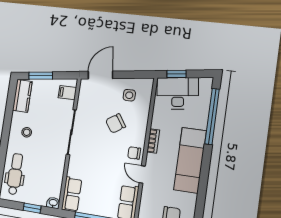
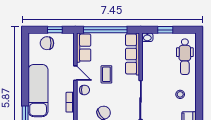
coffee table: (106, 167) -> (106, 74), added
row of seats: (72, 194) -> (133, 54), width x1.48

